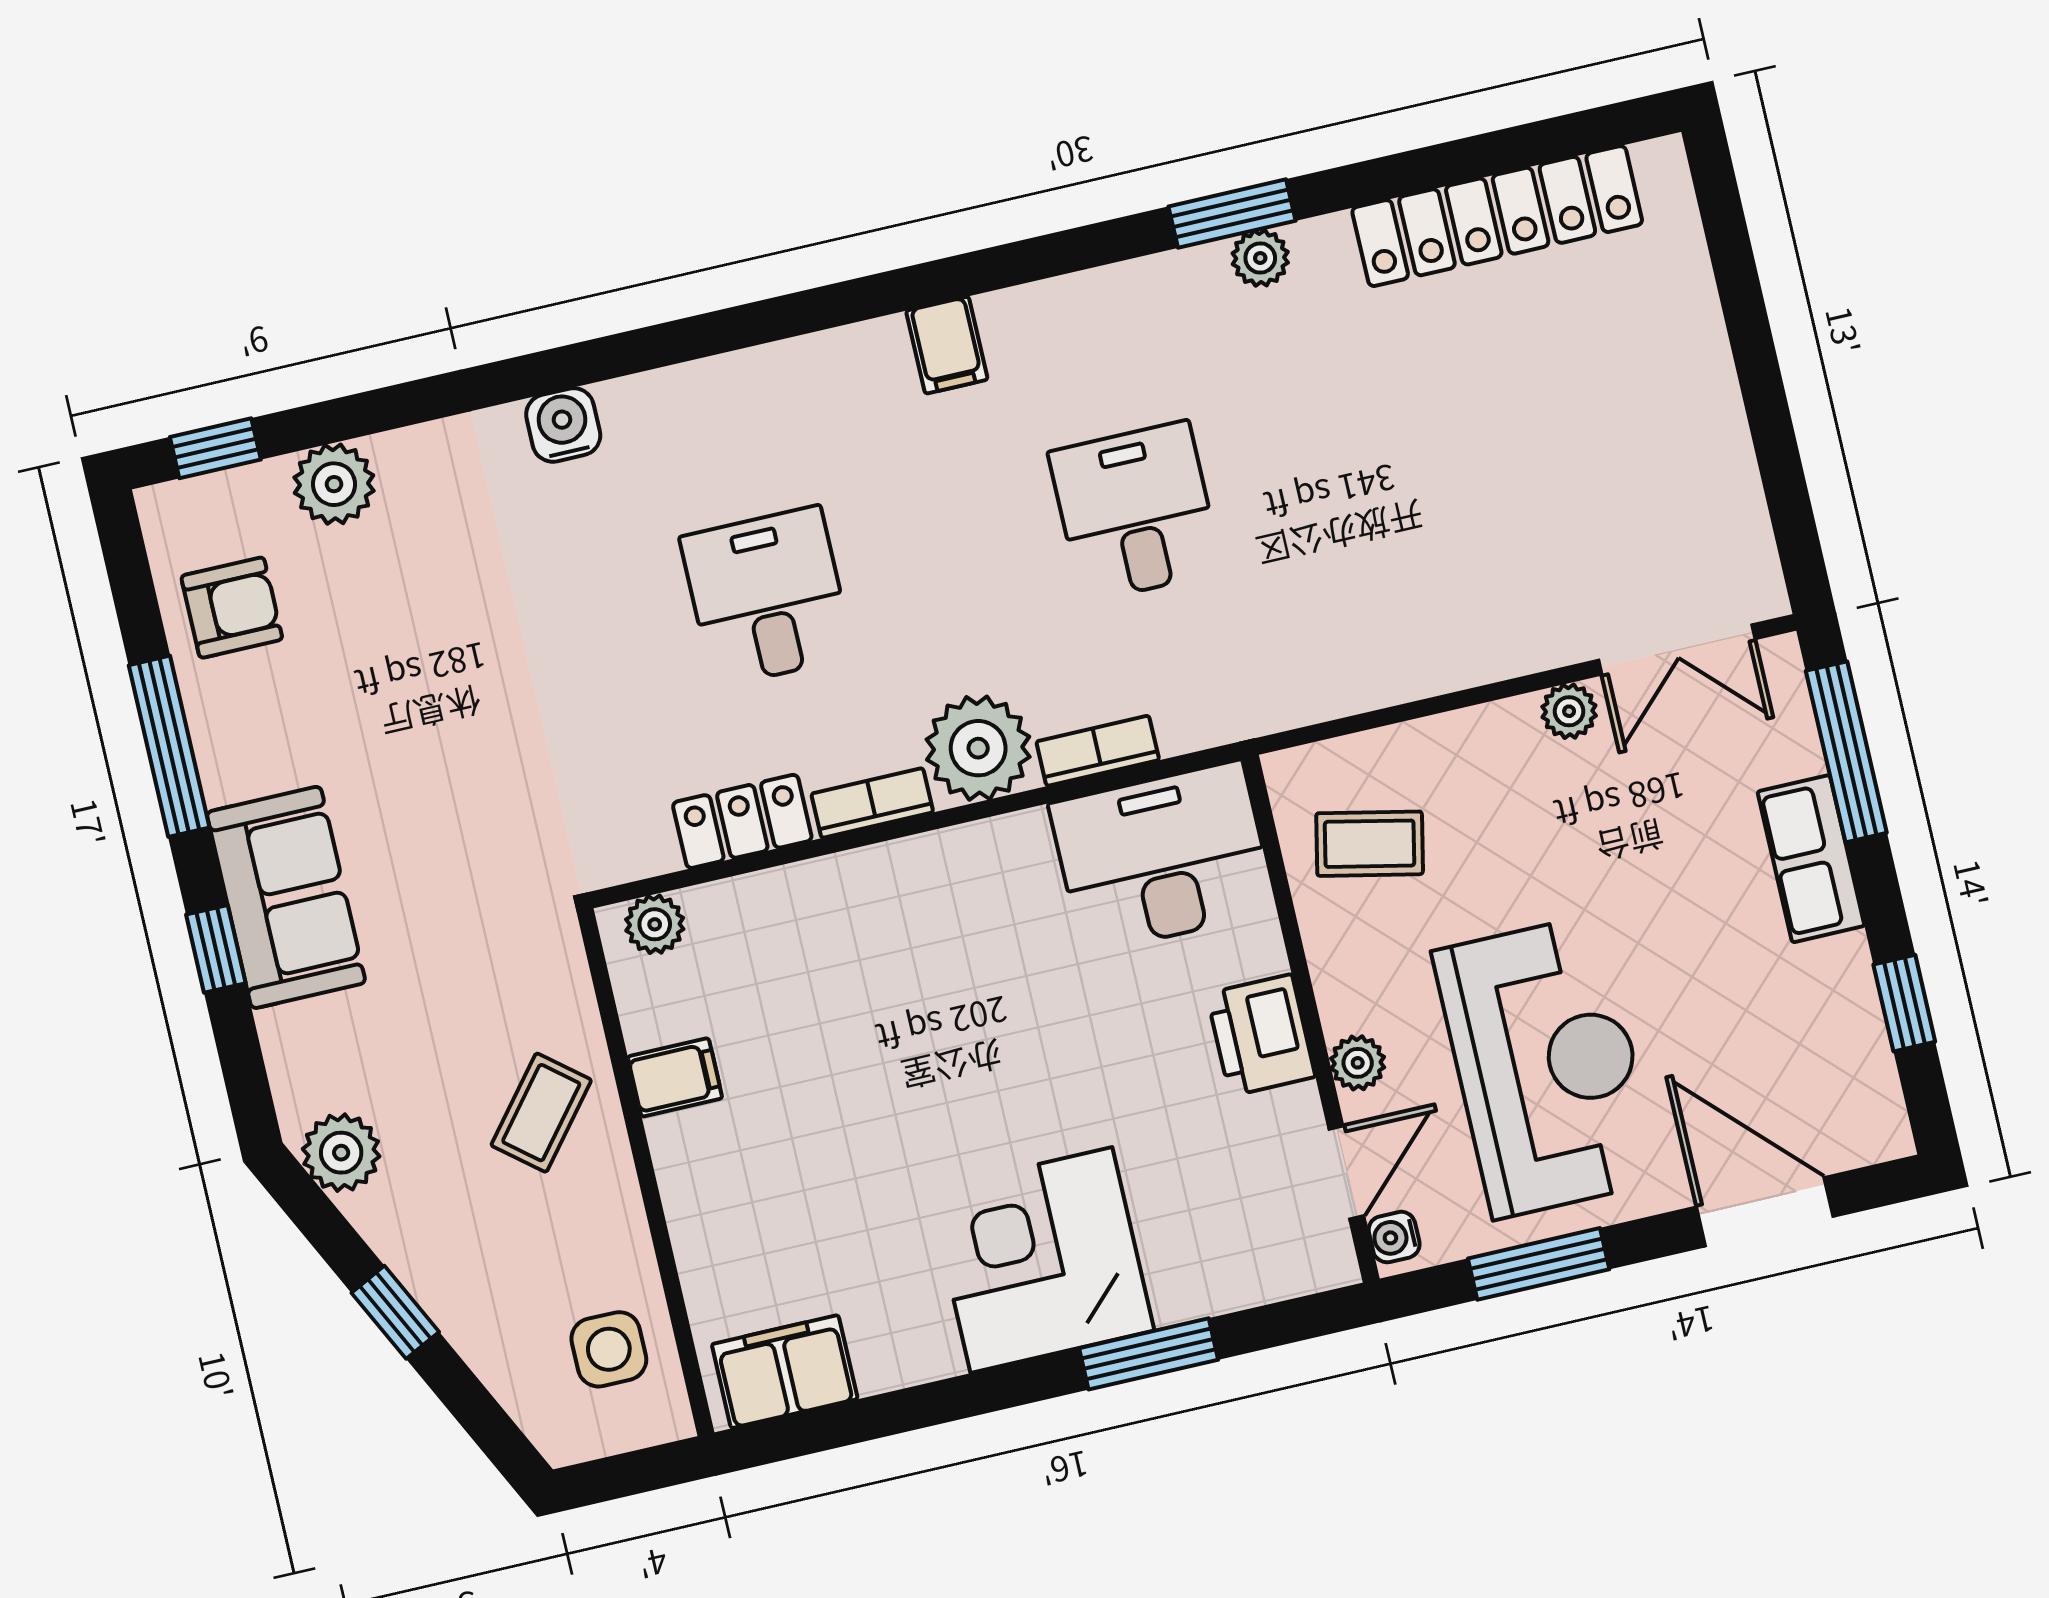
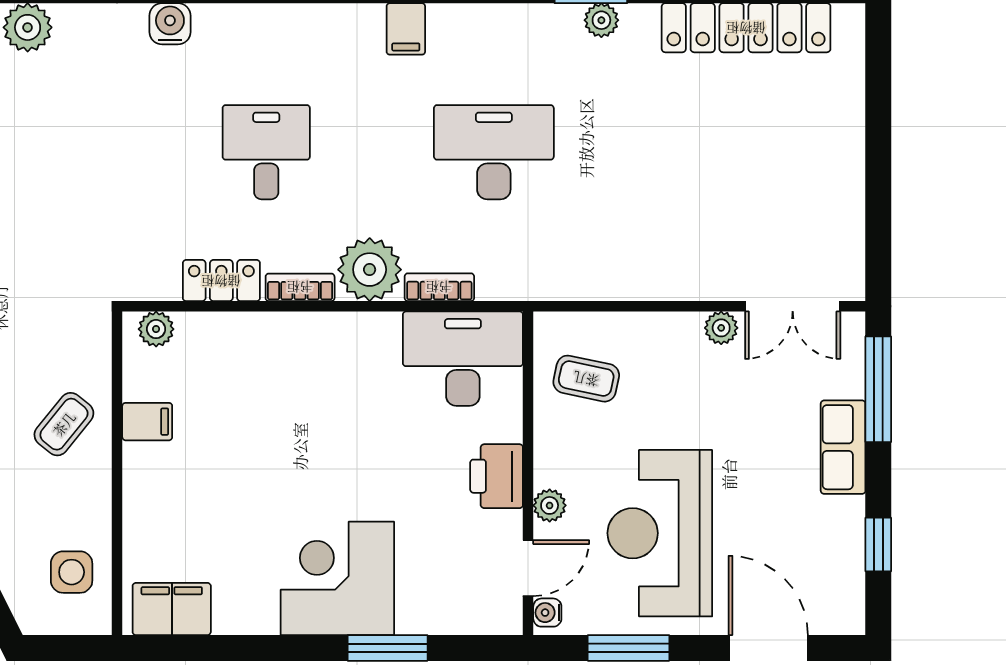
desk: (1135, 512) -> (494, 152), width x1.37
reception desk: (1547, 1066) -> (660, 533), turned 180

